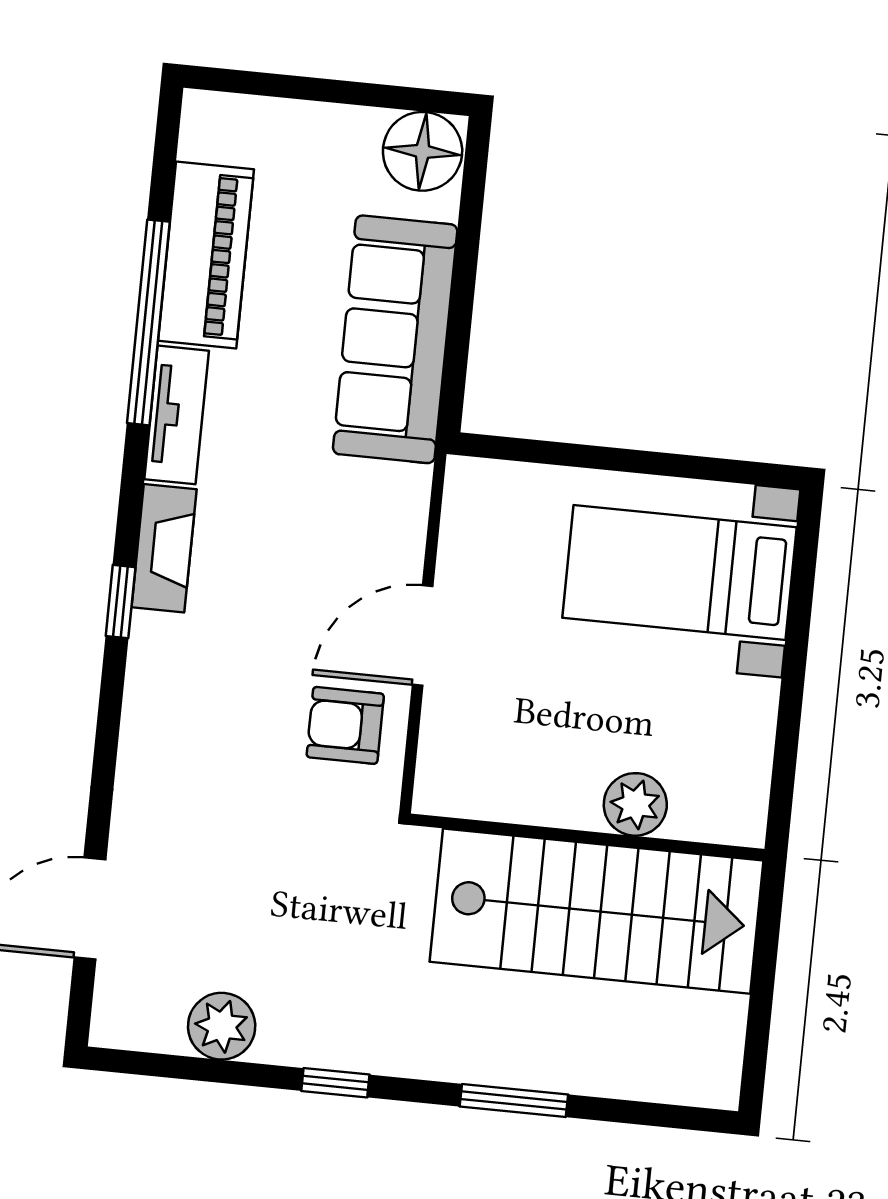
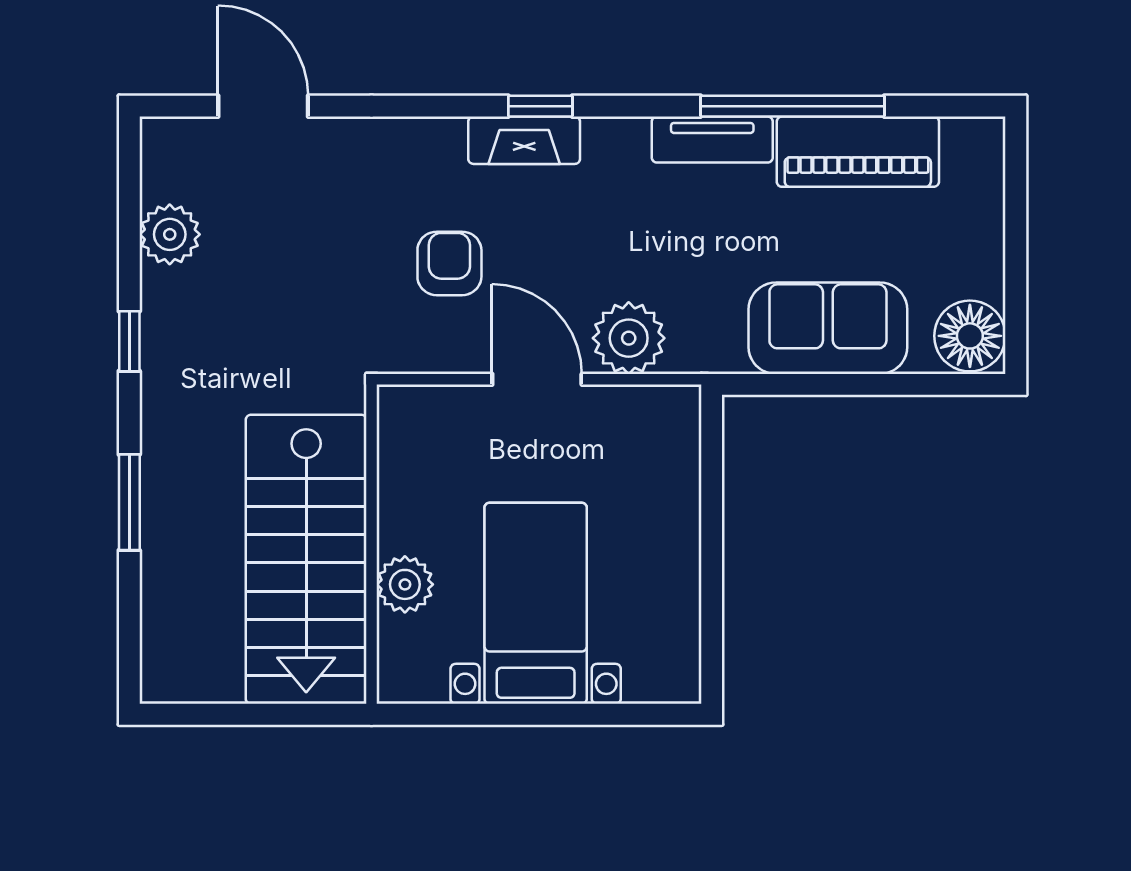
sofa: (395, 339) -> (828, 328), width x0.73
plant: (387, 529) -> (629, 338), added
fireplace: (164, 548) -> (524, 140), moved
bed with nightstands: (679, 572) -> (536, 603), moved
armchair: (345, 725) -> (449, 263), moved

